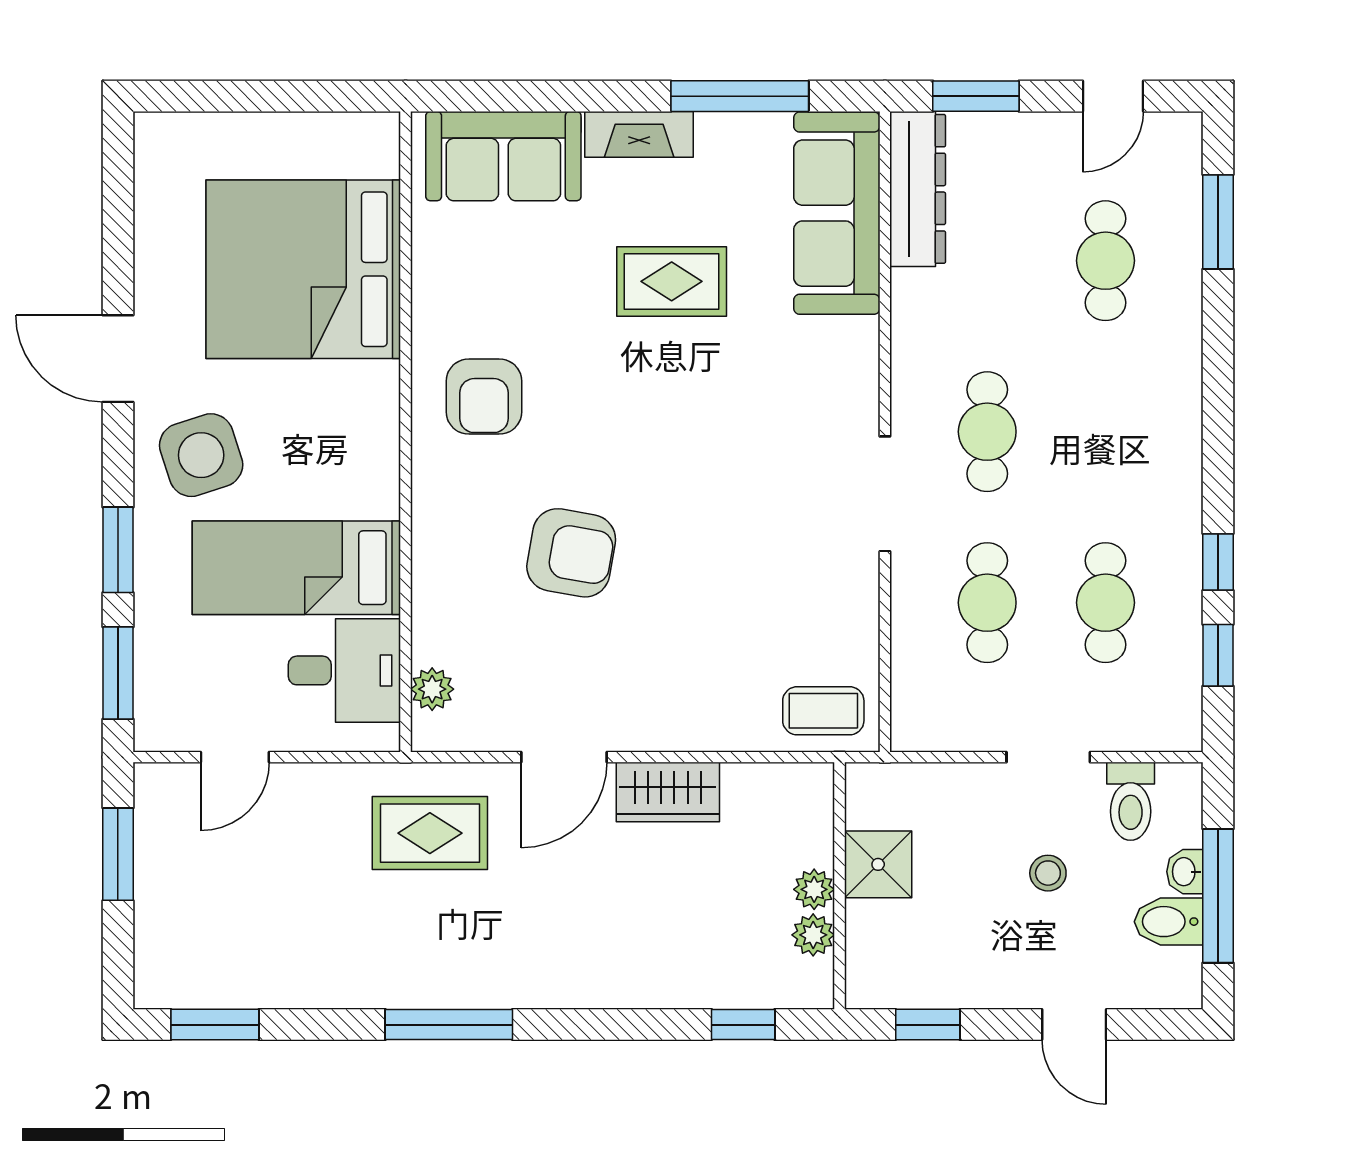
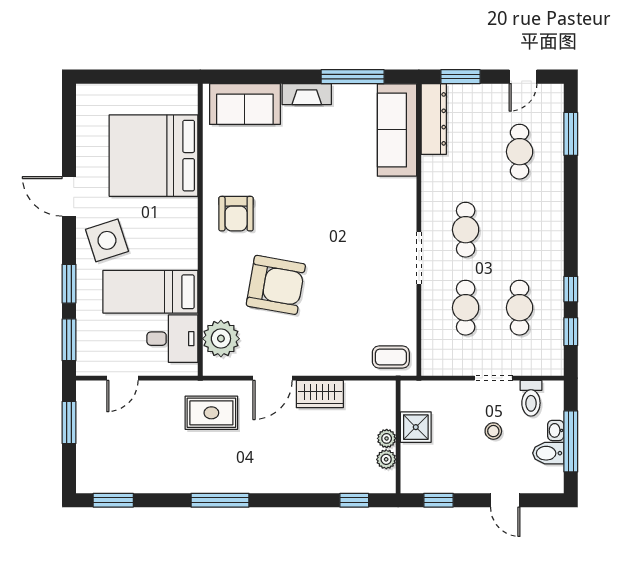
rug: (672, 281) -> (322, 161), removed
armchair: (571, 553) -> (276, 285), width x1.36, depth x1.36
plant: (432, 689) -> (221, 339), width x1.88, depth x1.88

